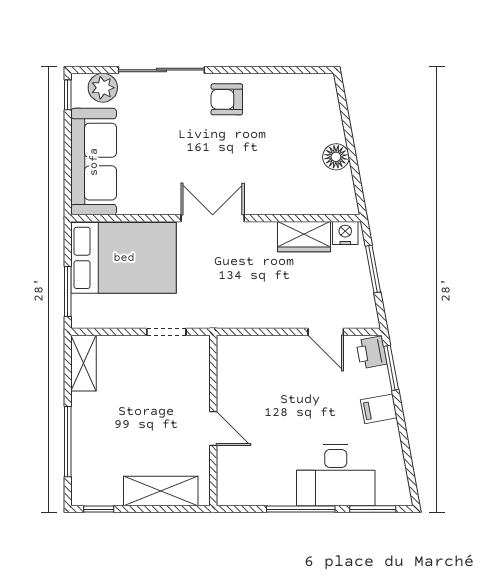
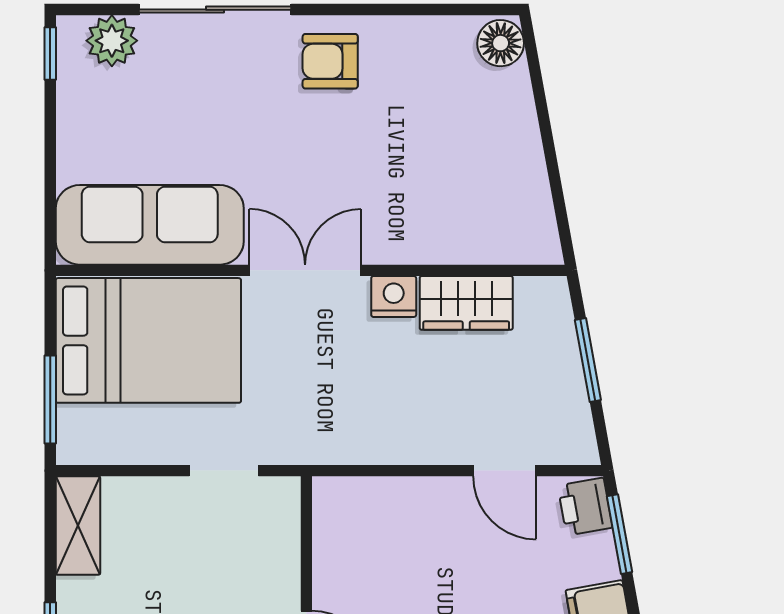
floor lamp: (336, 157) -> (501, 43), moved
sofa: (94, 162) -> (150, 225), moved, turned -90
nightstand: (345, 233) -> (394, 297), moved

